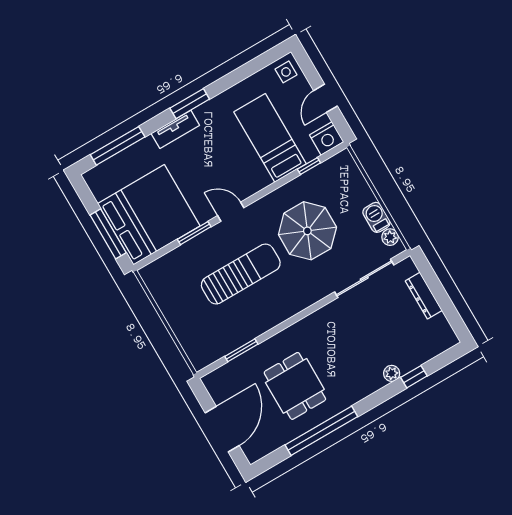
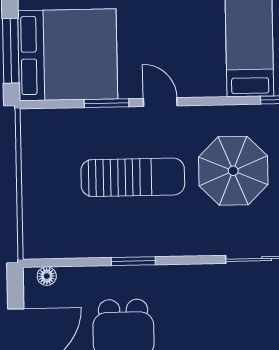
window: (241, 350) -> (133, 261), moved
floor lamp: (220, 375) -> (47, 276), added

